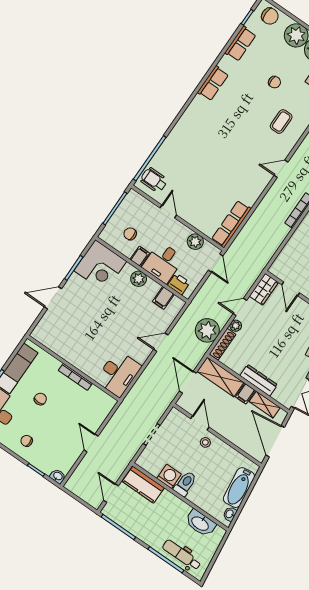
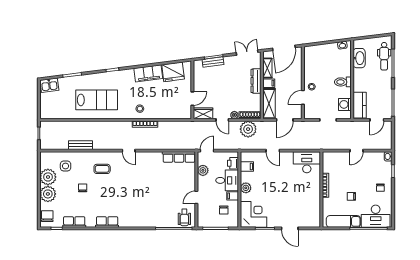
washing machine: (169, 476) -> (345, 104), moved
bathtub: (239, 488) -> (324, 50), removed

